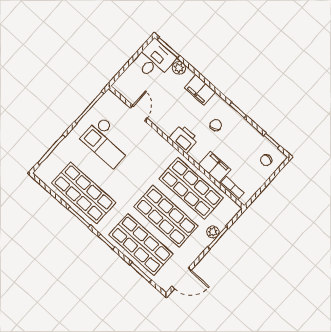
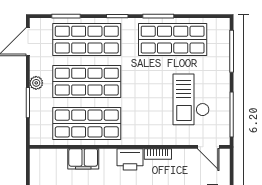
door: (139, 113) -> (208, 147), moved
checkout: (107, 142) -> (191, 99), turned -90
bookcase: (232, 188) -> (158, 154), moved
plant: (213, 232) -> (36, 83), moved

